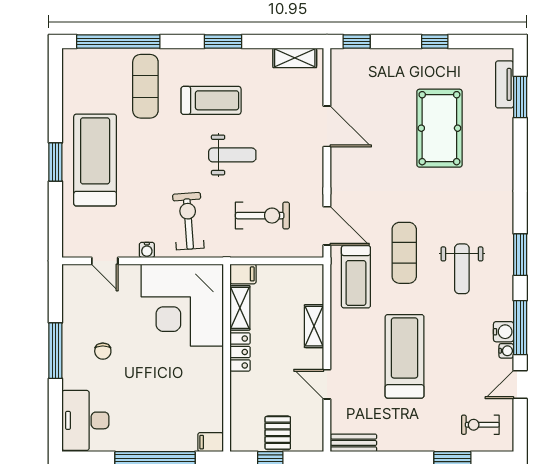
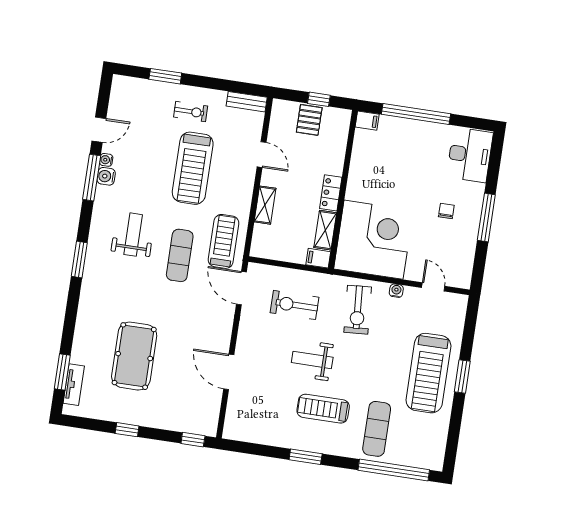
shelving: (295, 58) -> (247, 434), removed
window: (520, 255) -> (79, 259), moved
exercise bike: (480, 425) -> (191, 112), moved

